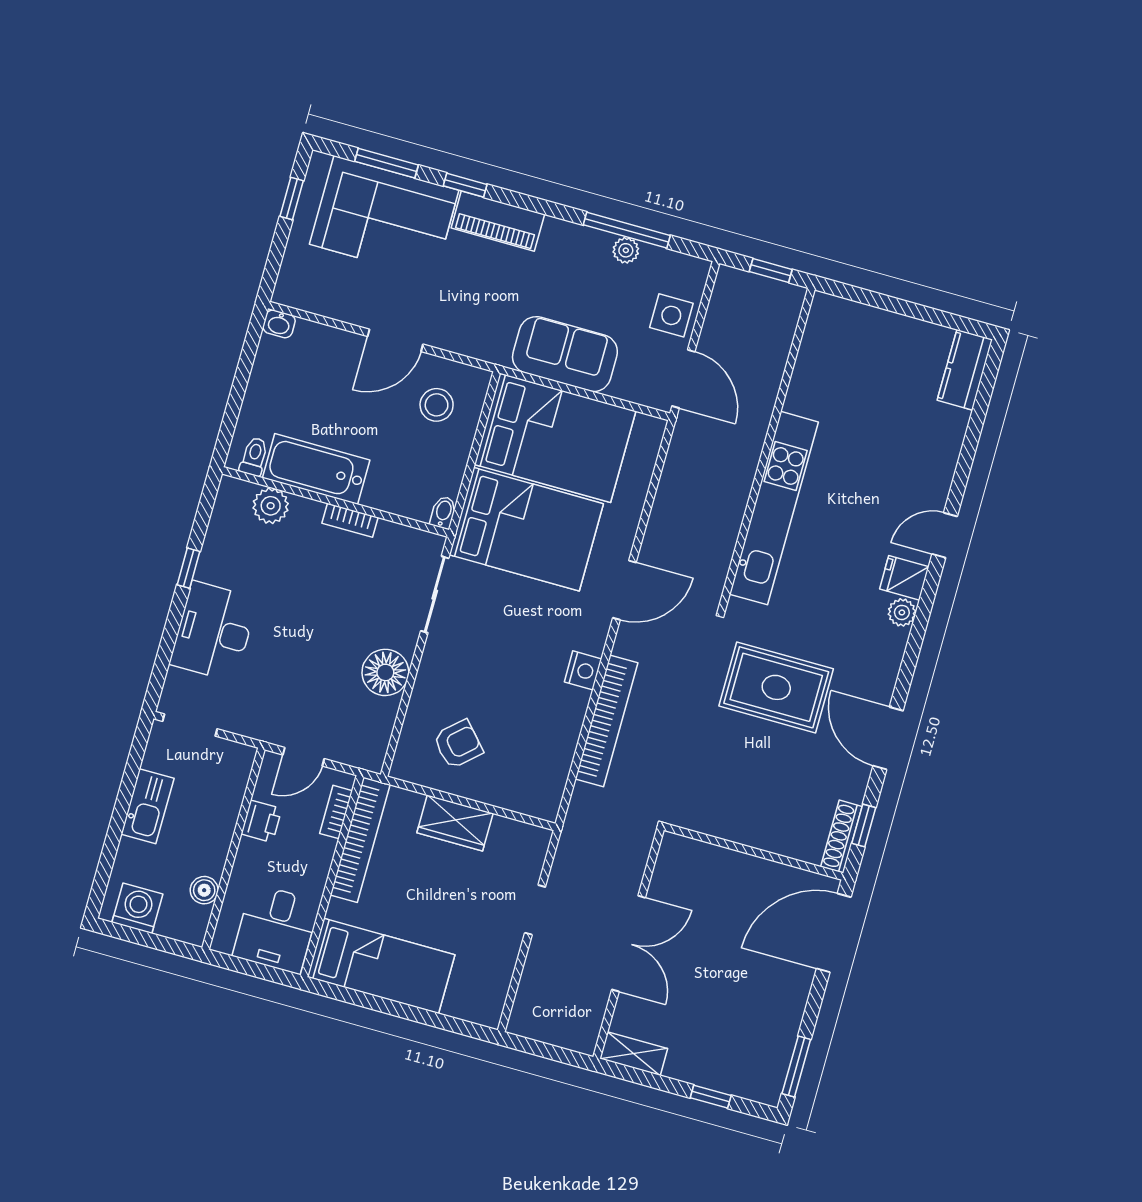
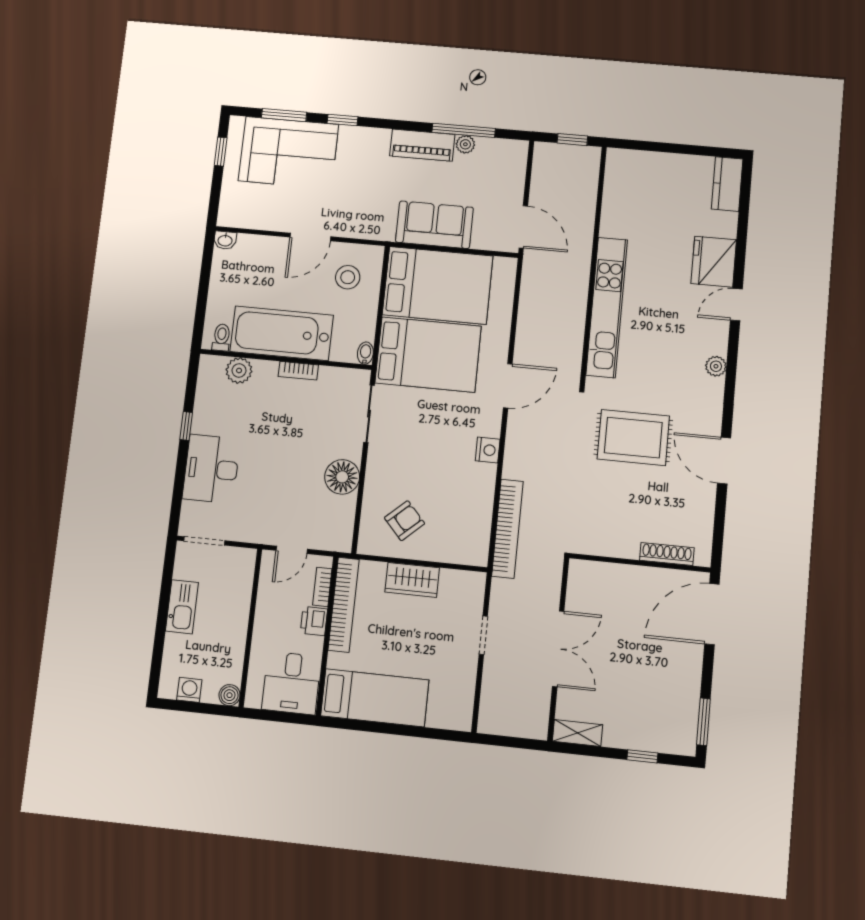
piano: (498, 221) -> (422, 145), moved
side table: (671, 315) -> (506, 184), removed
bathtub: (316, 469) -> (282, 333), width x1.36, depth x1.36
fridge: (904, 578) -> (714, 262), moved, width x1.88, depth x1.34
bookcase: (607, 721) -> (507, 529), moved
printer: (261, 821) -> (314, 621), moved, turned 180
window: (864, 825) -> (719, 529), removed
shoe rack: (841, 837) -> (667, 554), moved, turned 90
boiler: (204, 890) -> (229, 695), moved
washing machine: (137, 908) -> (189, 690), width x0.73, depth x0.73

